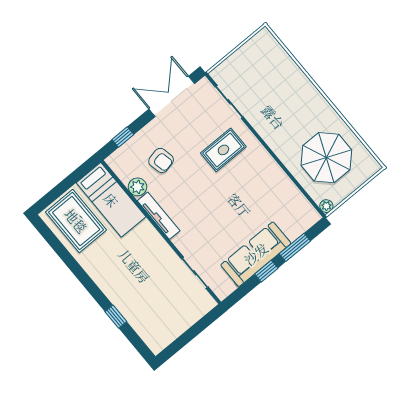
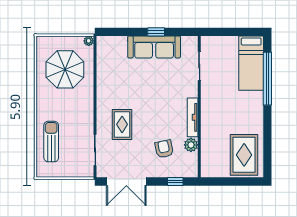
sun lounger: (280, 74) -> (51, 142), added
rug: (223, 150) -> (122, 124), turned 90
bed: (111, 200) -> (251, 63), moved, turned 180
window: (295, 247) -> (128, 32), removed
window: (116, 317) -> (267, 79), width x3.17

